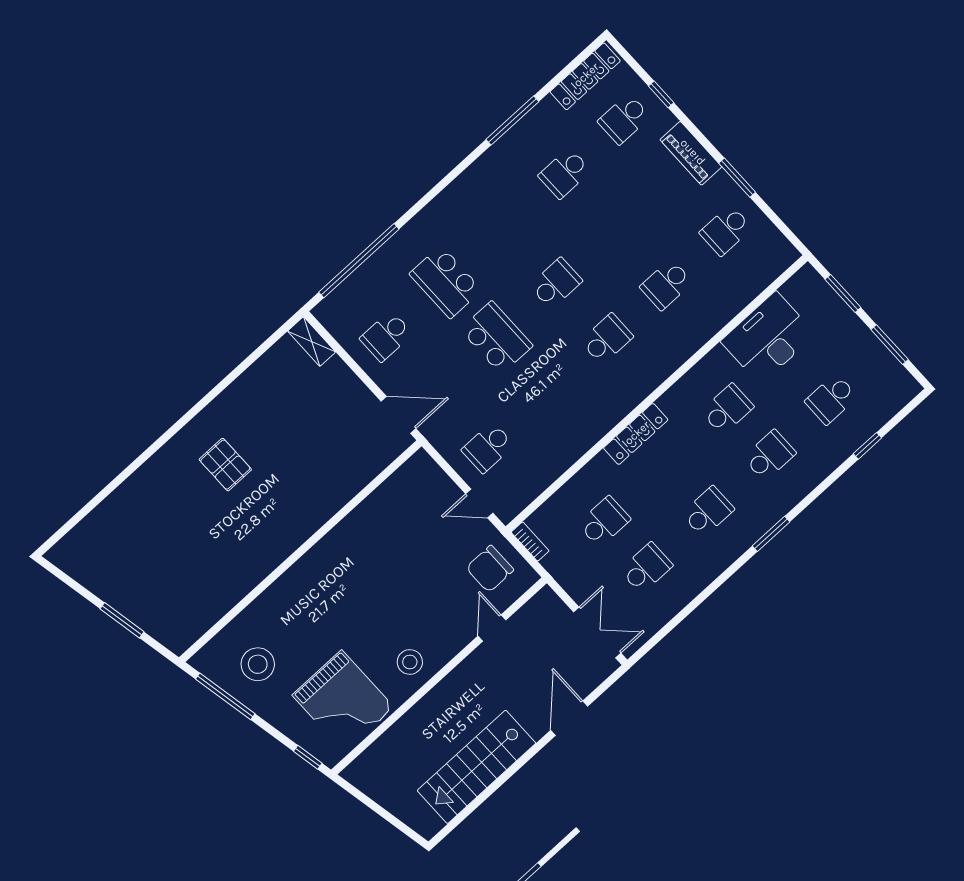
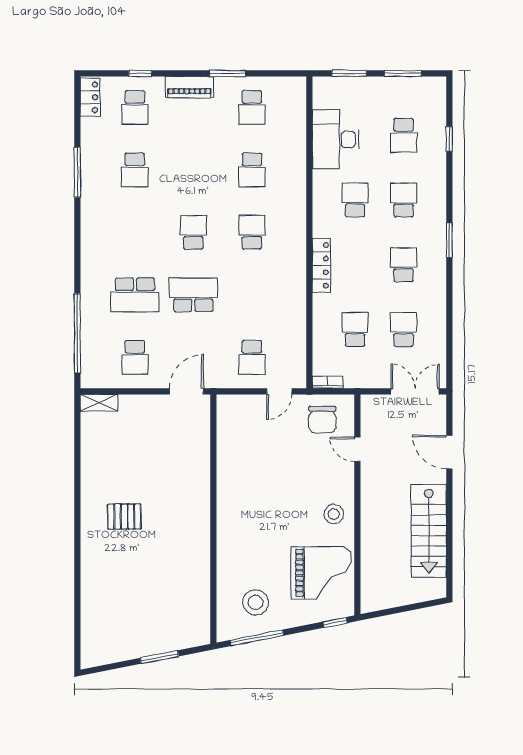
locker: (585, 76) -> (90, 97), width x0.66

